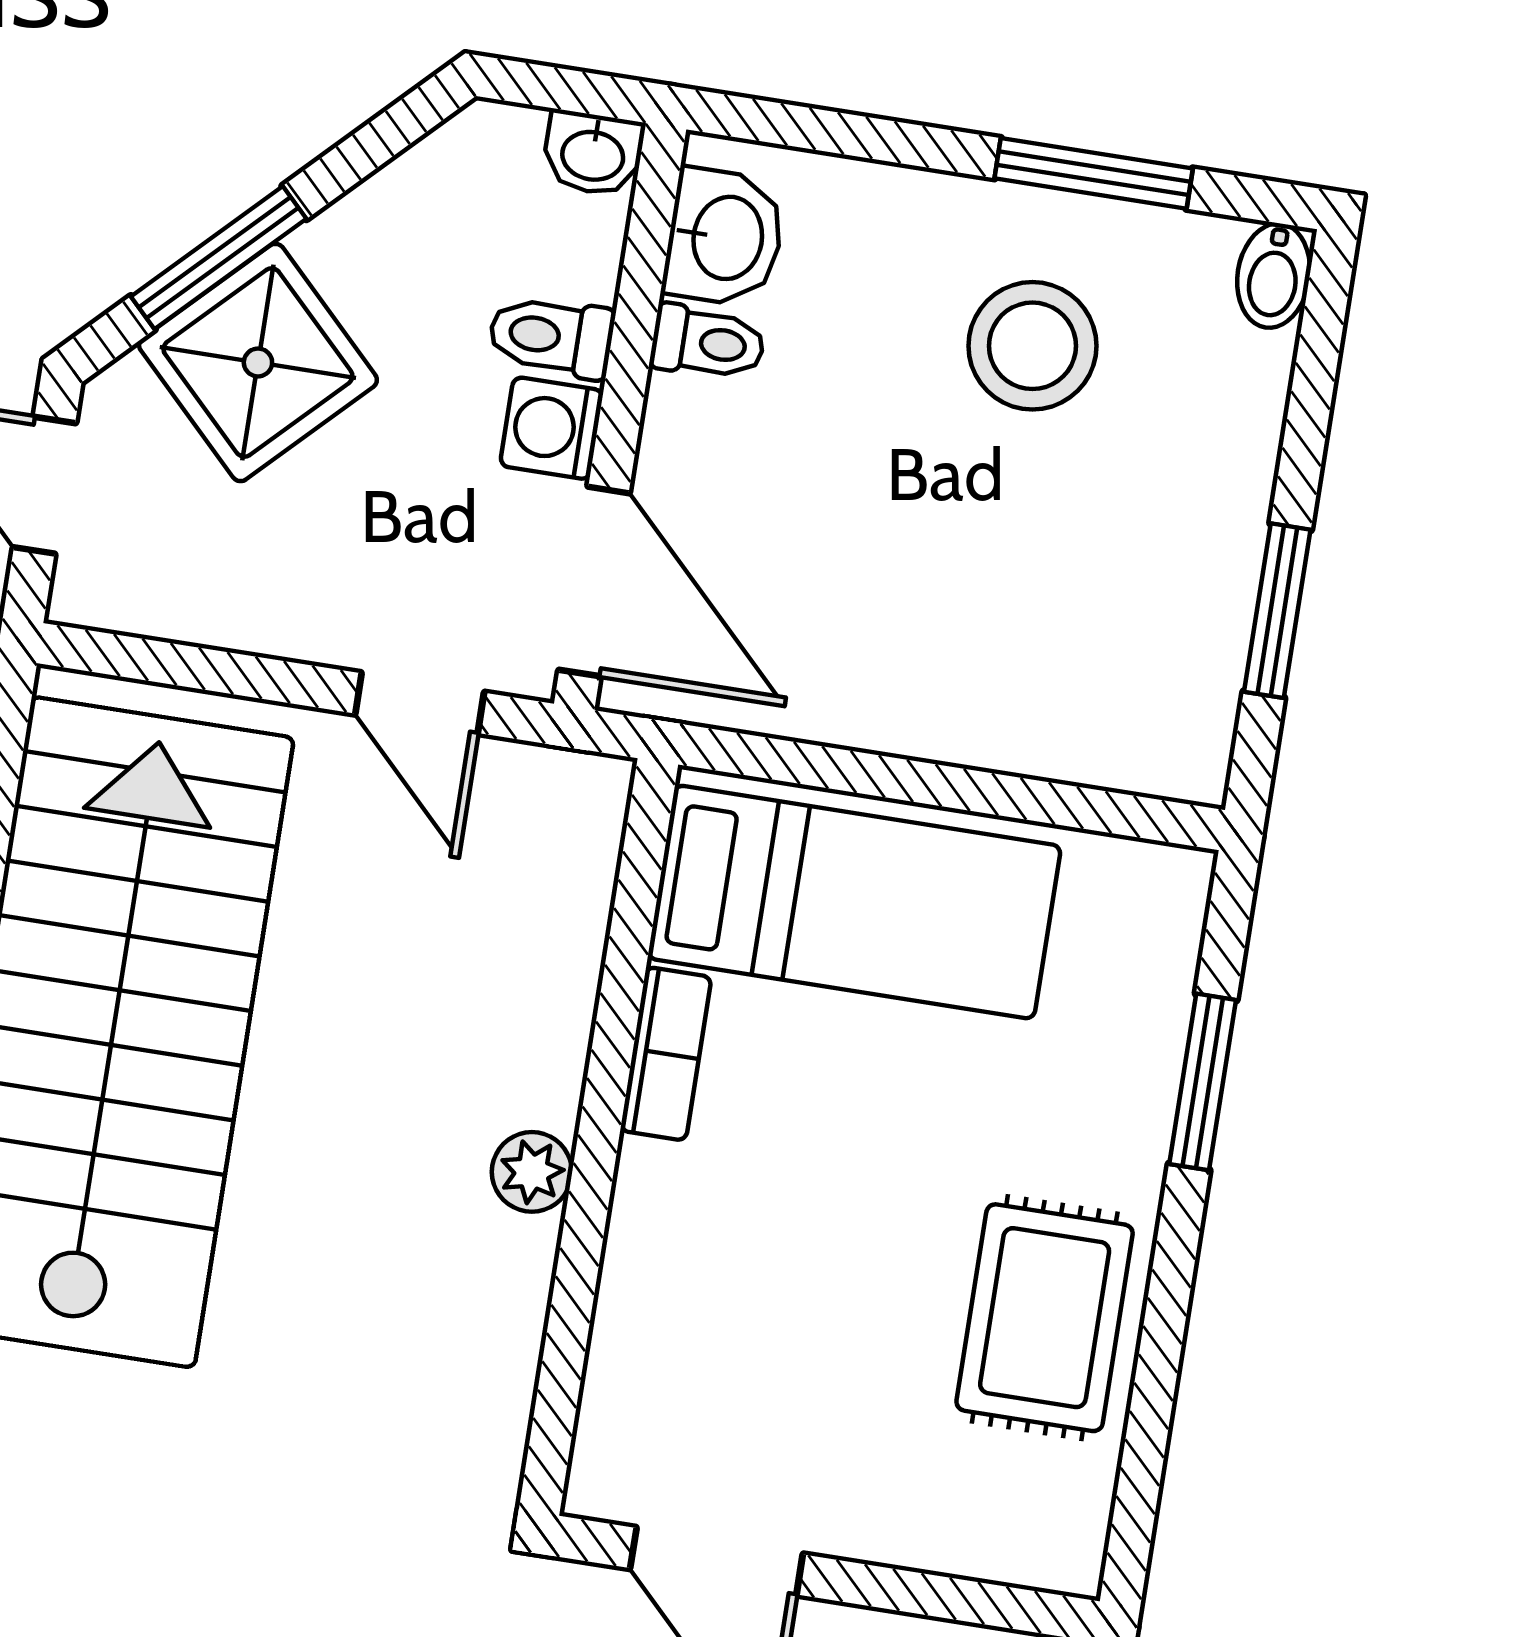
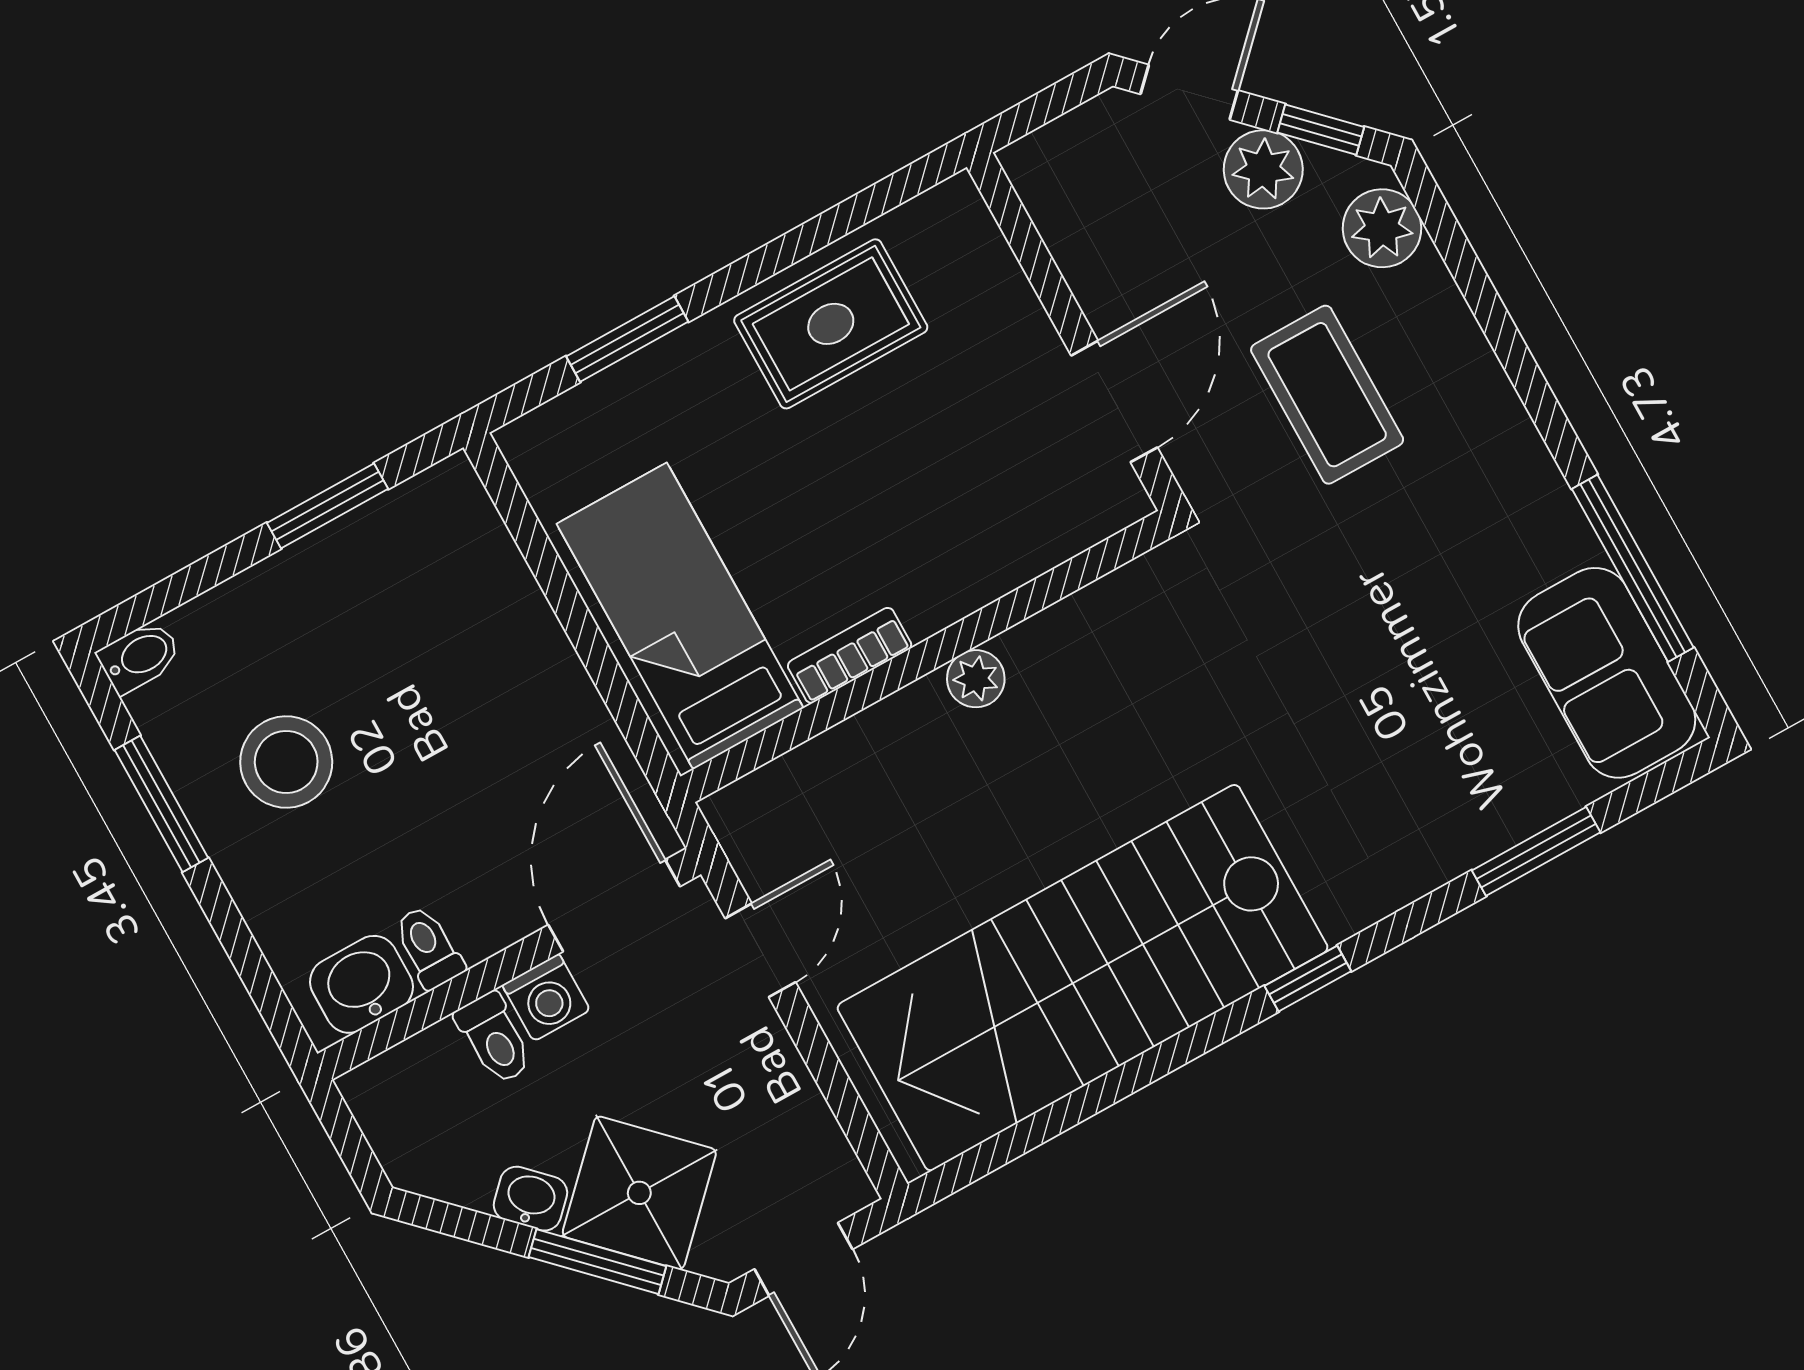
washbasin: (593, 154) -> (530, 1199), moved, turned -45

